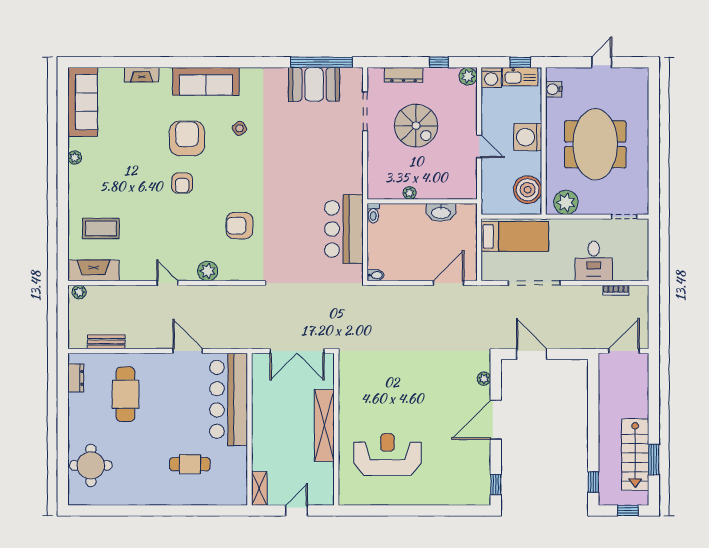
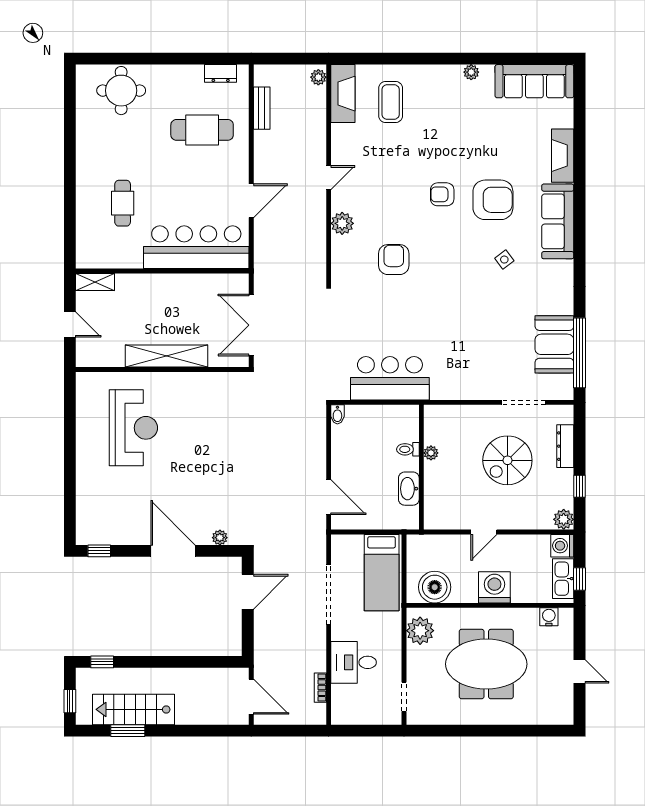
fireplace: (142, 75) -> (563, 156), width x1.37, depth x1.32
toilet: (373, 213) -> (408, 449), moved

